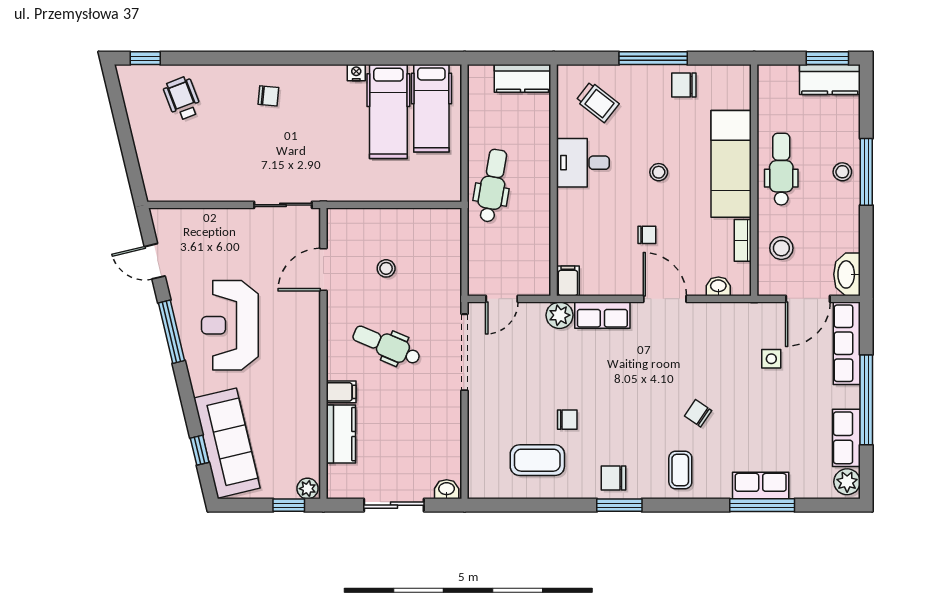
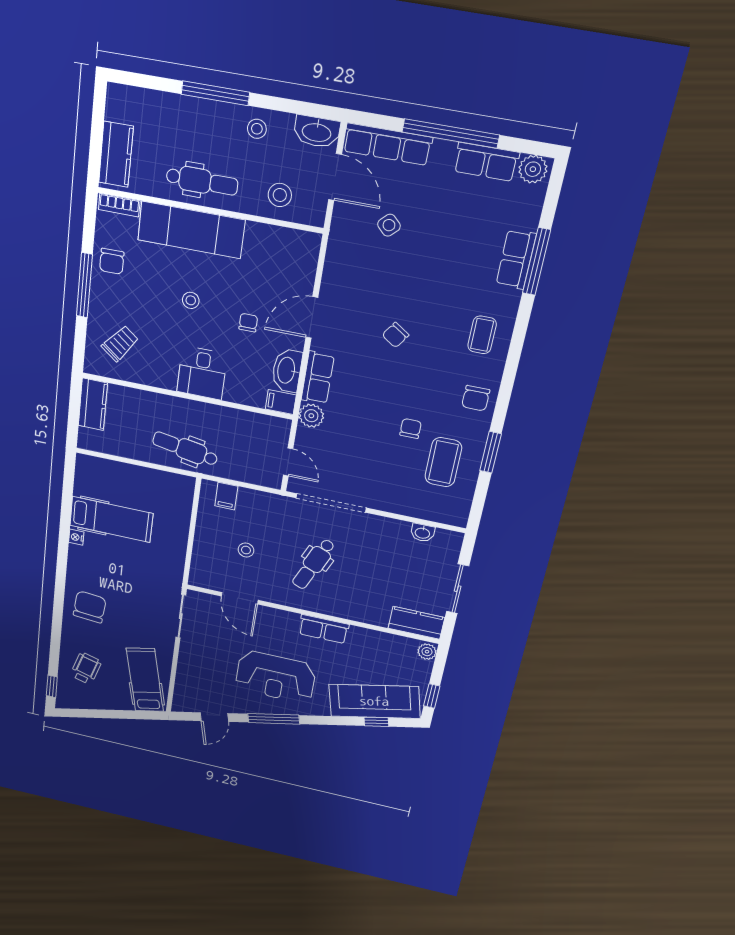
window: (827, 58) -> (98, 115), removed
kitchen counter: (830, 79) -> (116, 154), moved
chair: (268, 96) -> (90, 607), width x1.87, depth x1.87
wheelchair: (182, 98) -> (86, 668), turned 127
hospital bed: (431, 108) -> (145, 680), moved, turned -103
desk: (583, 163) -> (202, 373), moved
dental chair: (781, 169) -> (202, 181), turned 180
stool: (842, 172) -> (257, 129), moved
bookcase: (743, 240) -> (119, 205), moved
washbasin: (718, 286) -> (287, 370), moved, width x1.91, depth x1.45
side table: (771, 359) -> (389, 225), turned 45
row of seats: (307, 370) -> (324, 629), added
filing cabinet: (341, 392) -> (226, 496), moved, turned 180
chair: (698, 413) -> (395, 335), moved
kitchen counter: (341, 434) -> (416, 623), moved
coffee table: (680, 470) -> (482, 335), turned 90
washbasin: (447, 489) -> (422, 533), moved, turned -90
window: (289, 505) -> (432, 696), moved
window: (619, 505) -> (491, 452), moved

